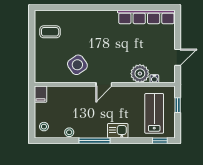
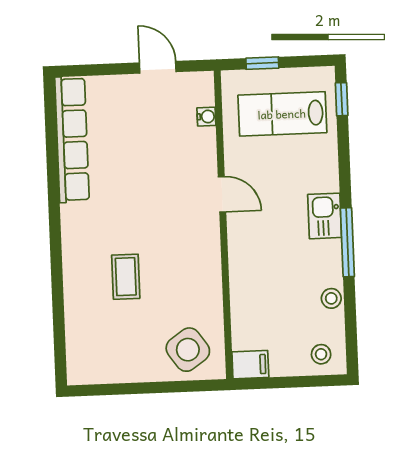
coffee table: (50, 32) -> (126, 277), moved
side table: (77, 65) -> (188, 350), moved
plant: (140, 74) -> (196, 149), removed
door: (104, 84) -> (222, 194), moved
kitchen sink: (118, 131) -> (325, 216), moved

